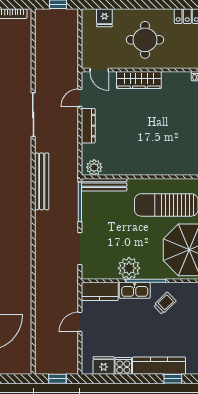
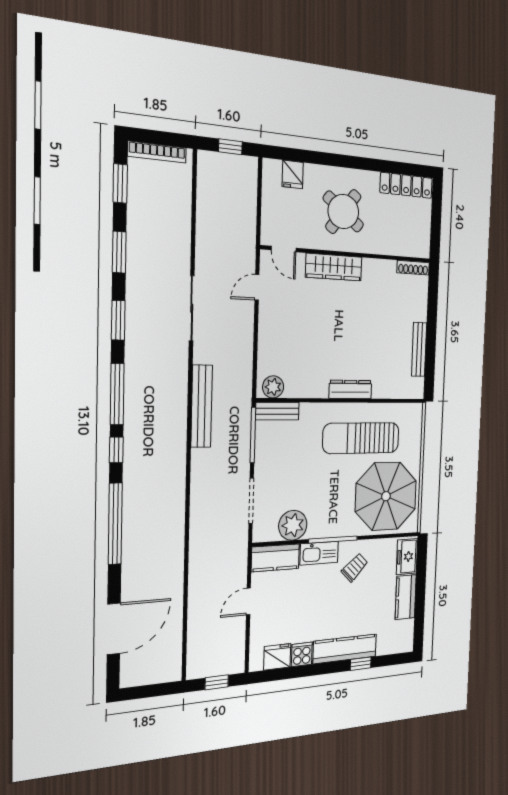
round table: (145, 40) -> (343, 212), turned 37
dresser: (88, 126) -> (350, 389), moved, turned -90
bench: (104, 185) -> (277, 411), width x0.73
plant: (129, 268) -> (293, 525), moved

